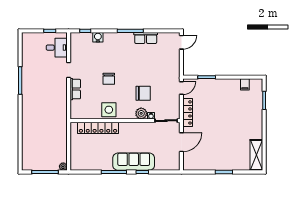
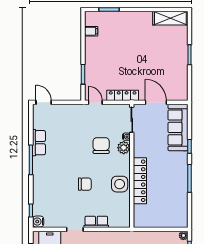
water cooler: (98, 37) -> (38, 222), moved
locker: (98, 128) -> (140, 181), moved
sofa: (134, 162) -> (178, 127), moved

